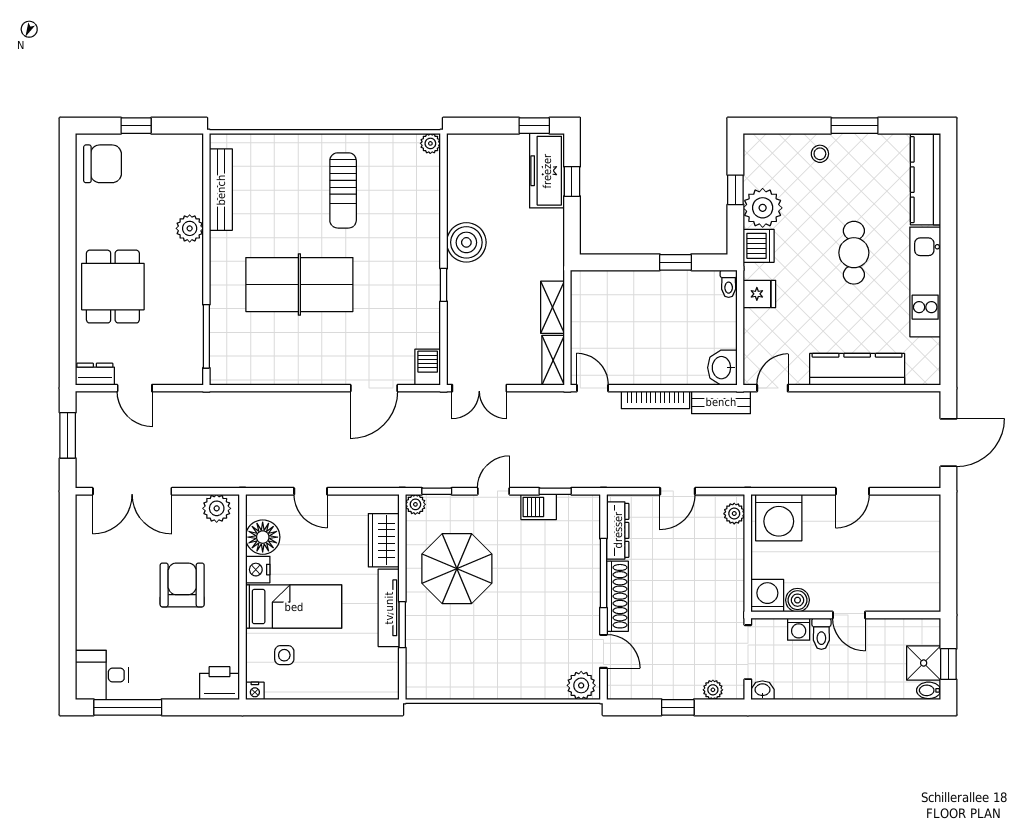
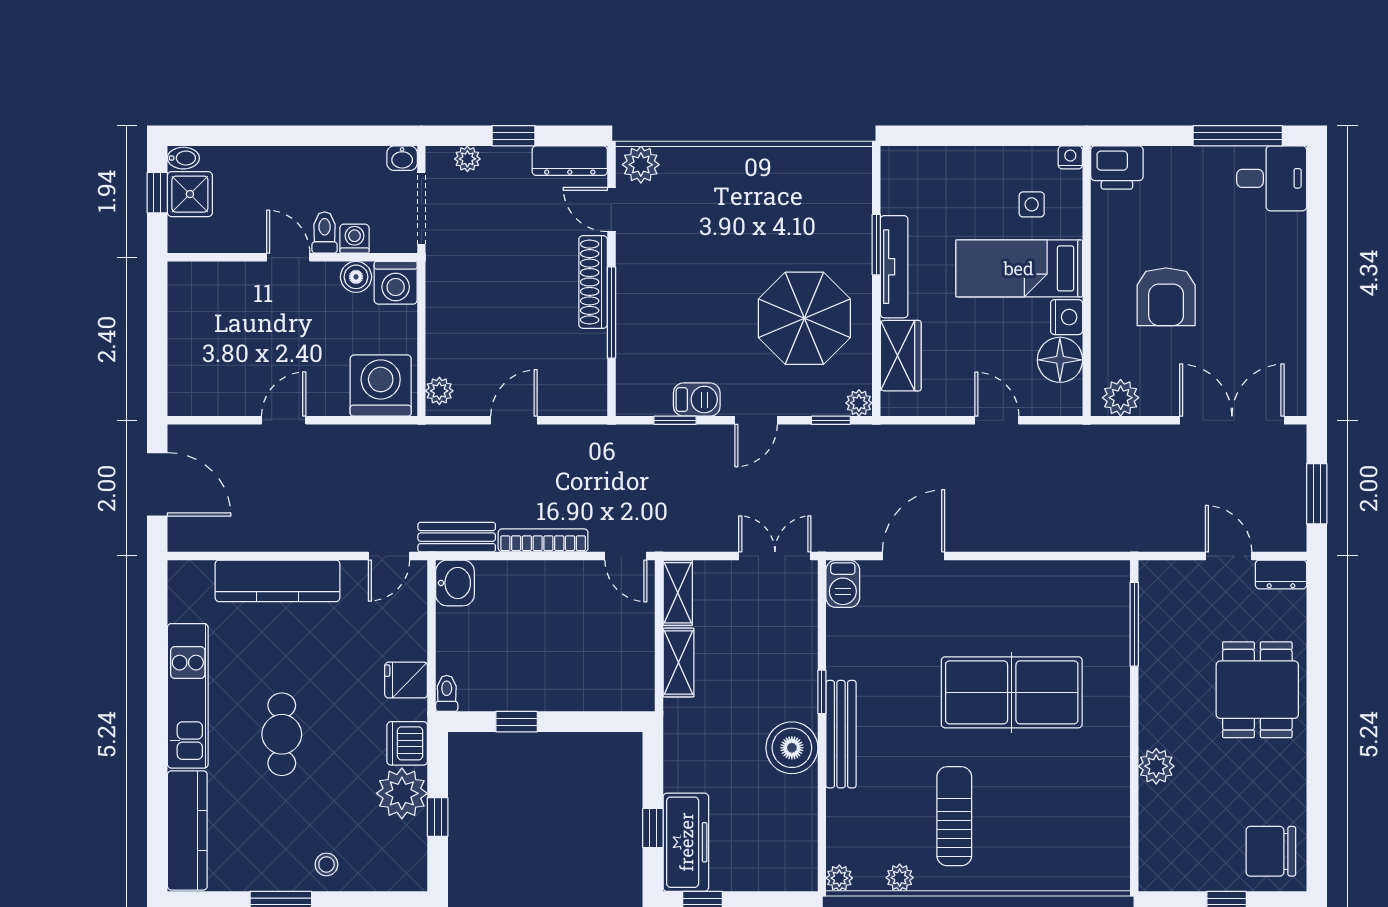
plant: (385, 144) -> (900, 878), added
bench: (221, 190) -> (841, 734), moved
door: (948, 443) -> (157, 484), swing flipped
dresser: (618, 530) -> (570, 161), moved, turned -90

